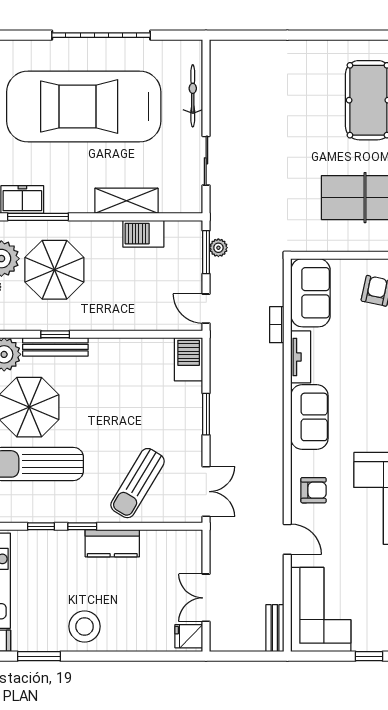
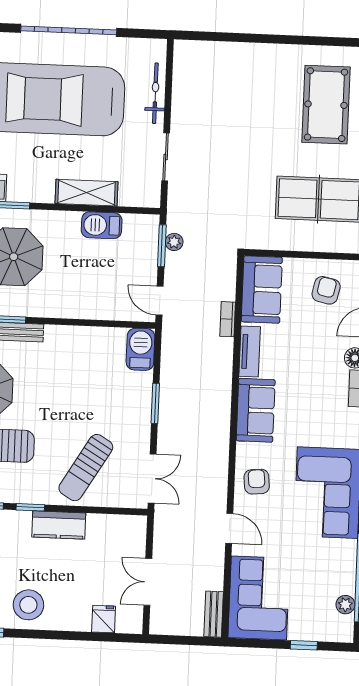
armchair: (313, 490) -> (257, 482), turned -95
fridge: (189, 636) -> (104, 619), moved, turned 90

